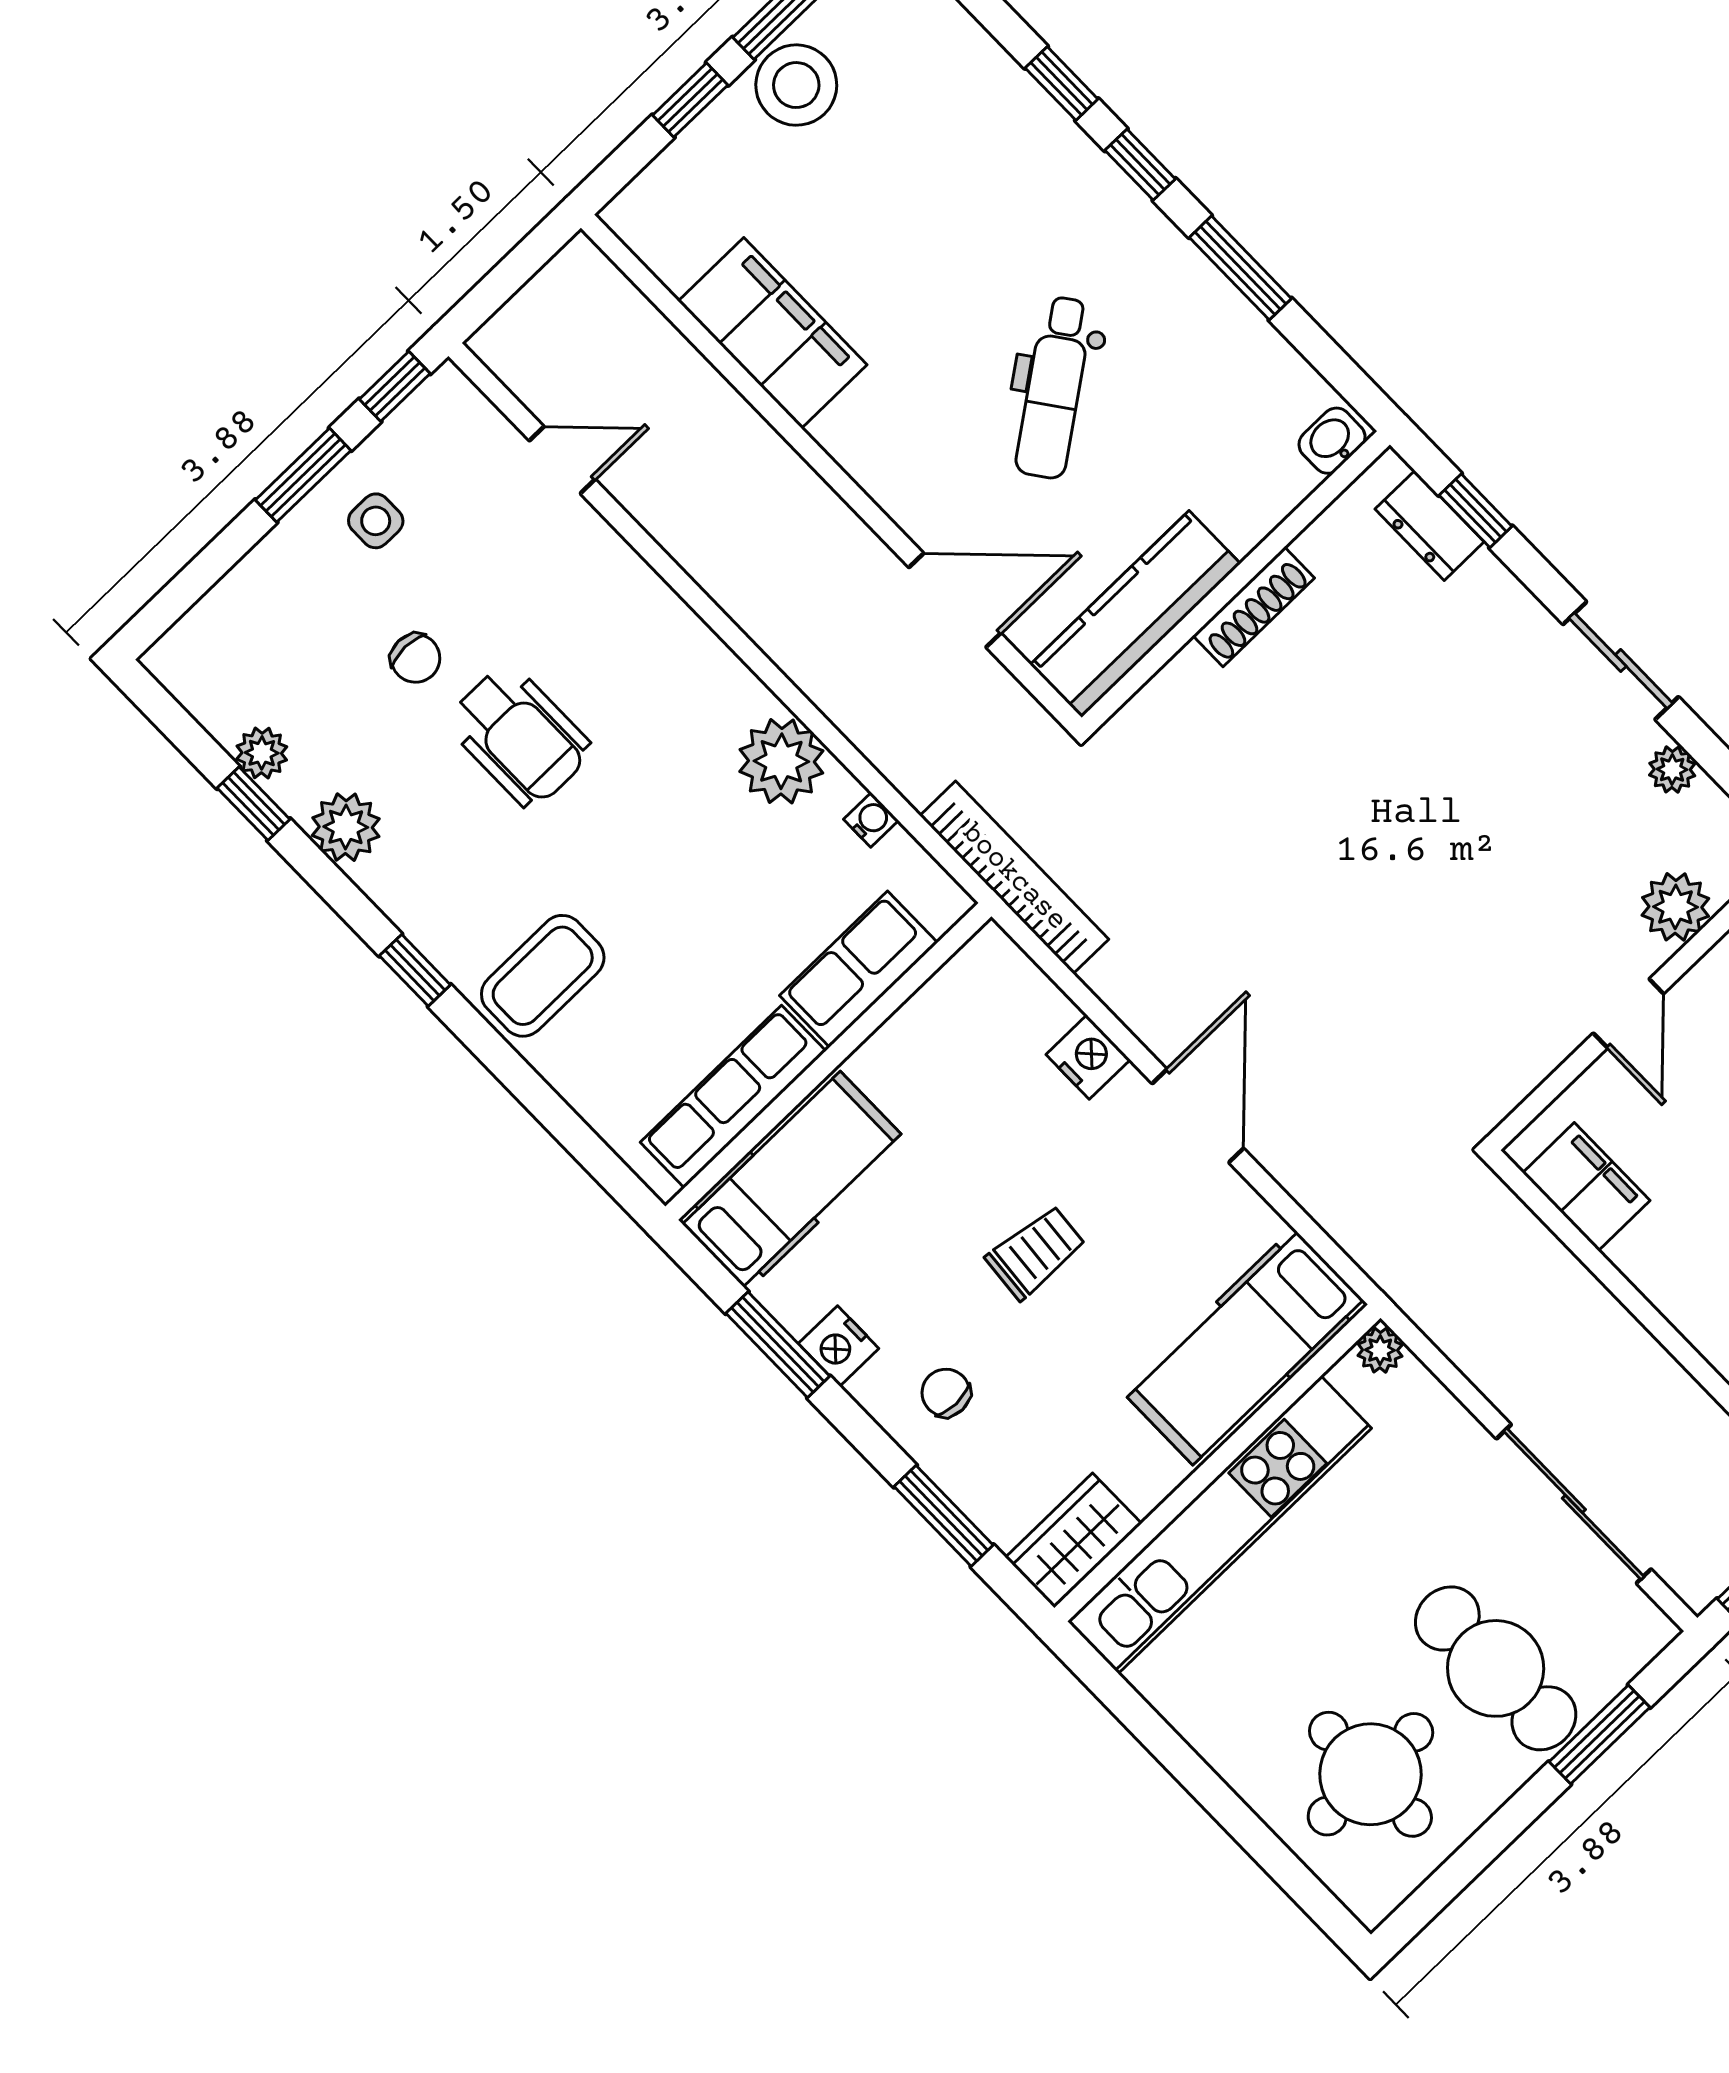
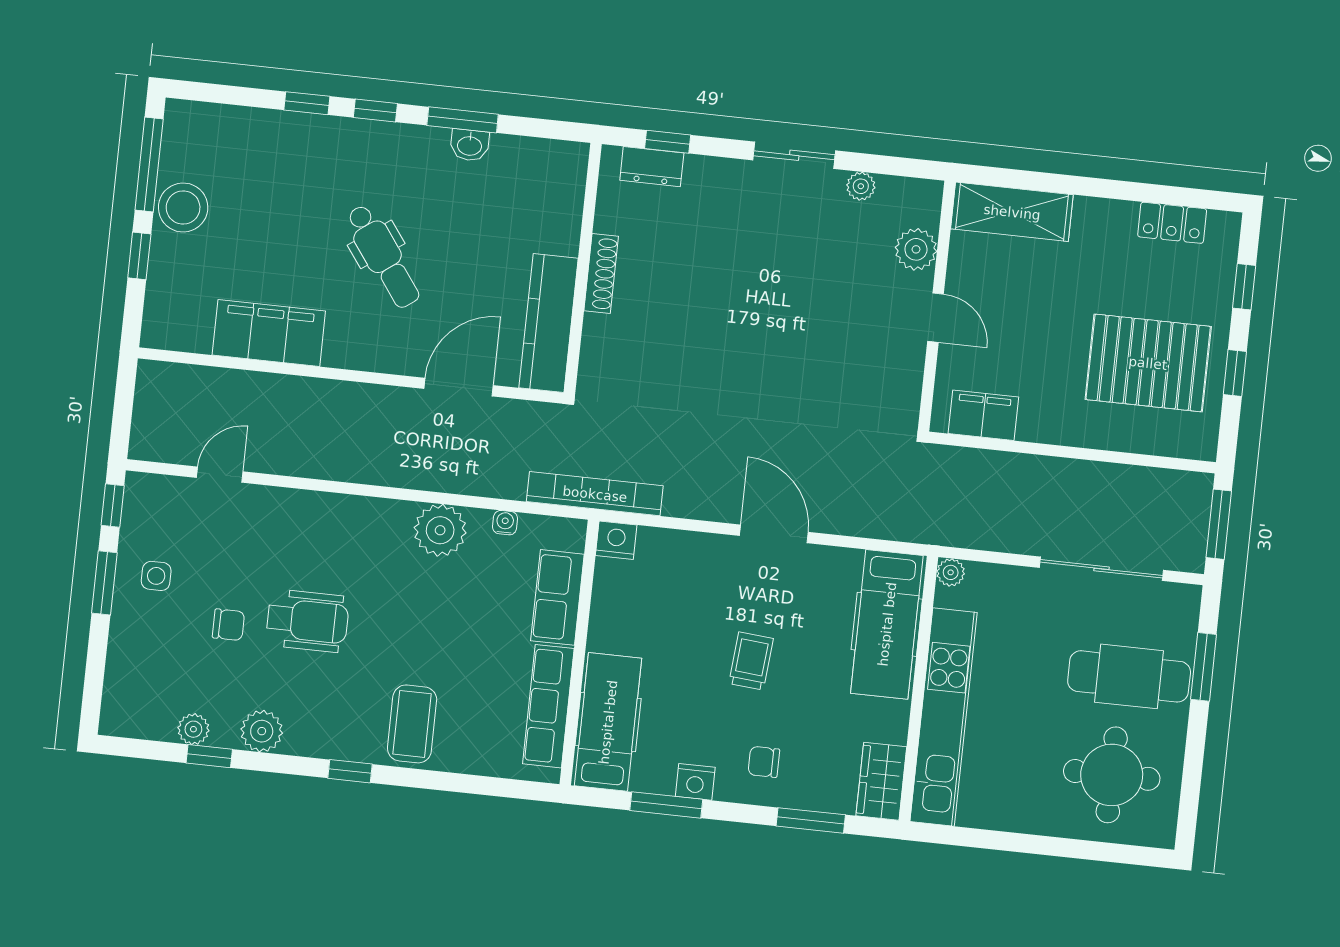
dental chair: (1054, 388) -> (383, 256), moved
washbasin: (1332, 441) -> (470, 145), moved, turned -90
nightstand: (1088, 1057) -> (616, 540), moved

